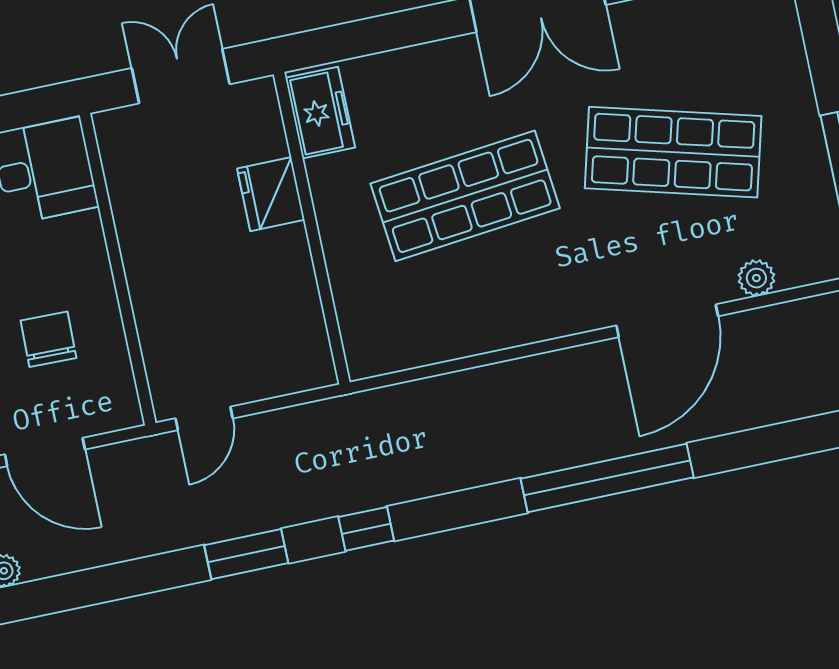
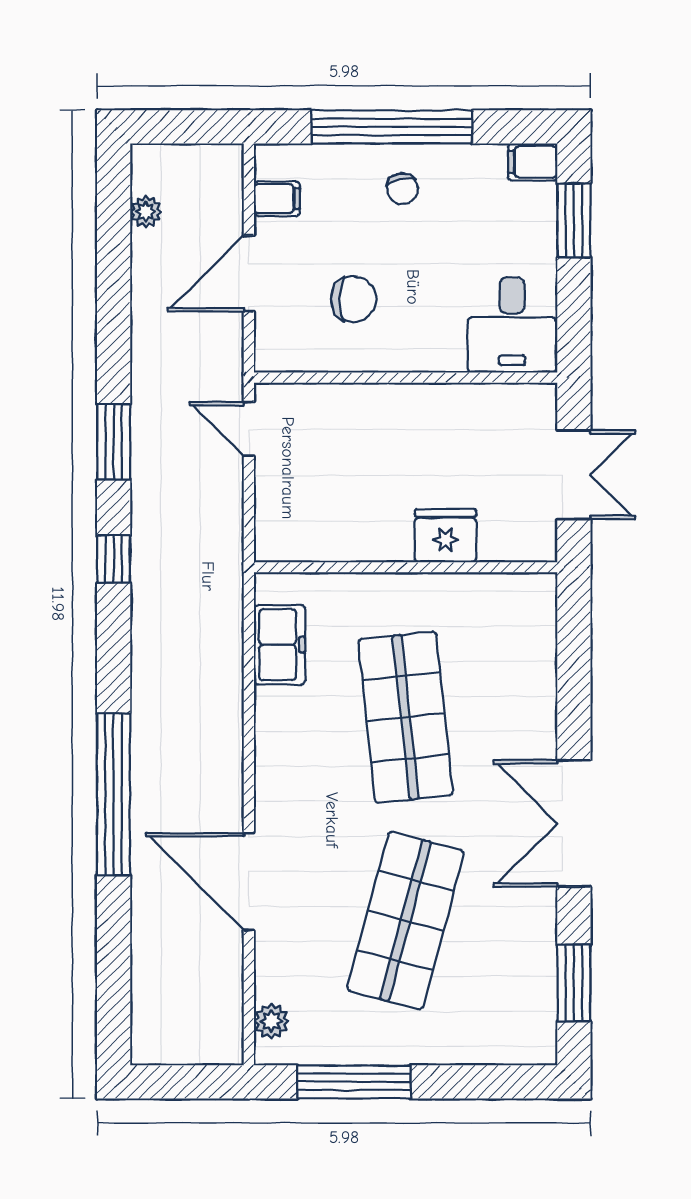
freezer: (320, 113) -> (280, 645), moved, turned -90
plant: (756, 278) -> (271, 1021), moved

